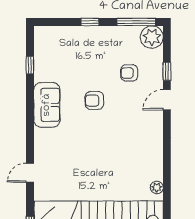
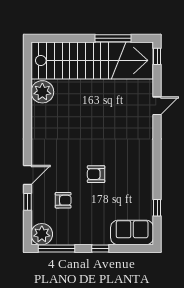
armchair: (94, 101) -> (96, 174), turned 180
sofa: (47, 105) -> (132, 232), moved, turned 90
plant: (157, 187) -> (42, 92), width x1.88, depth x1.88

